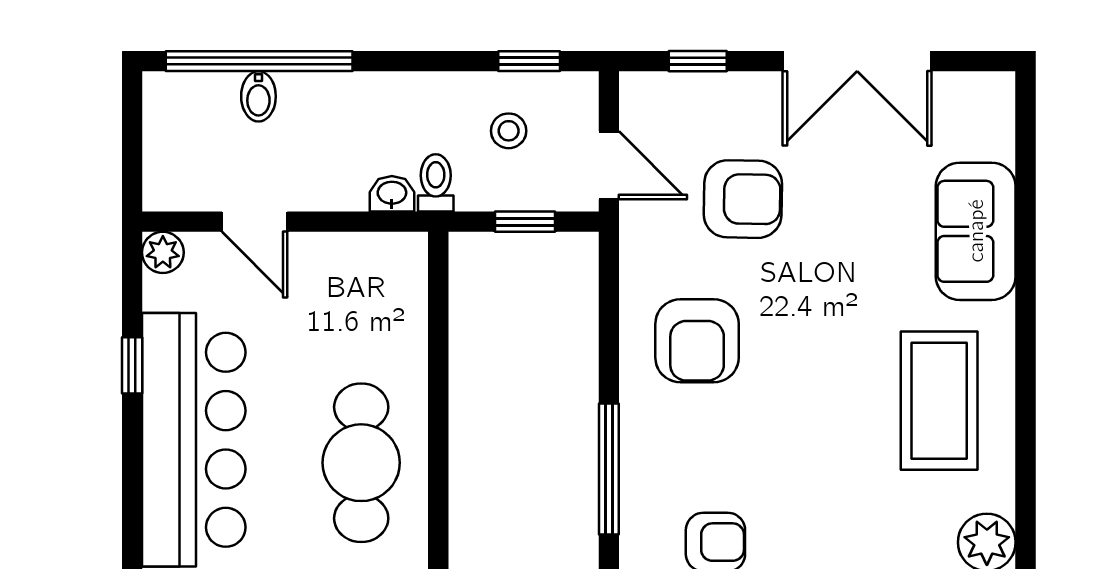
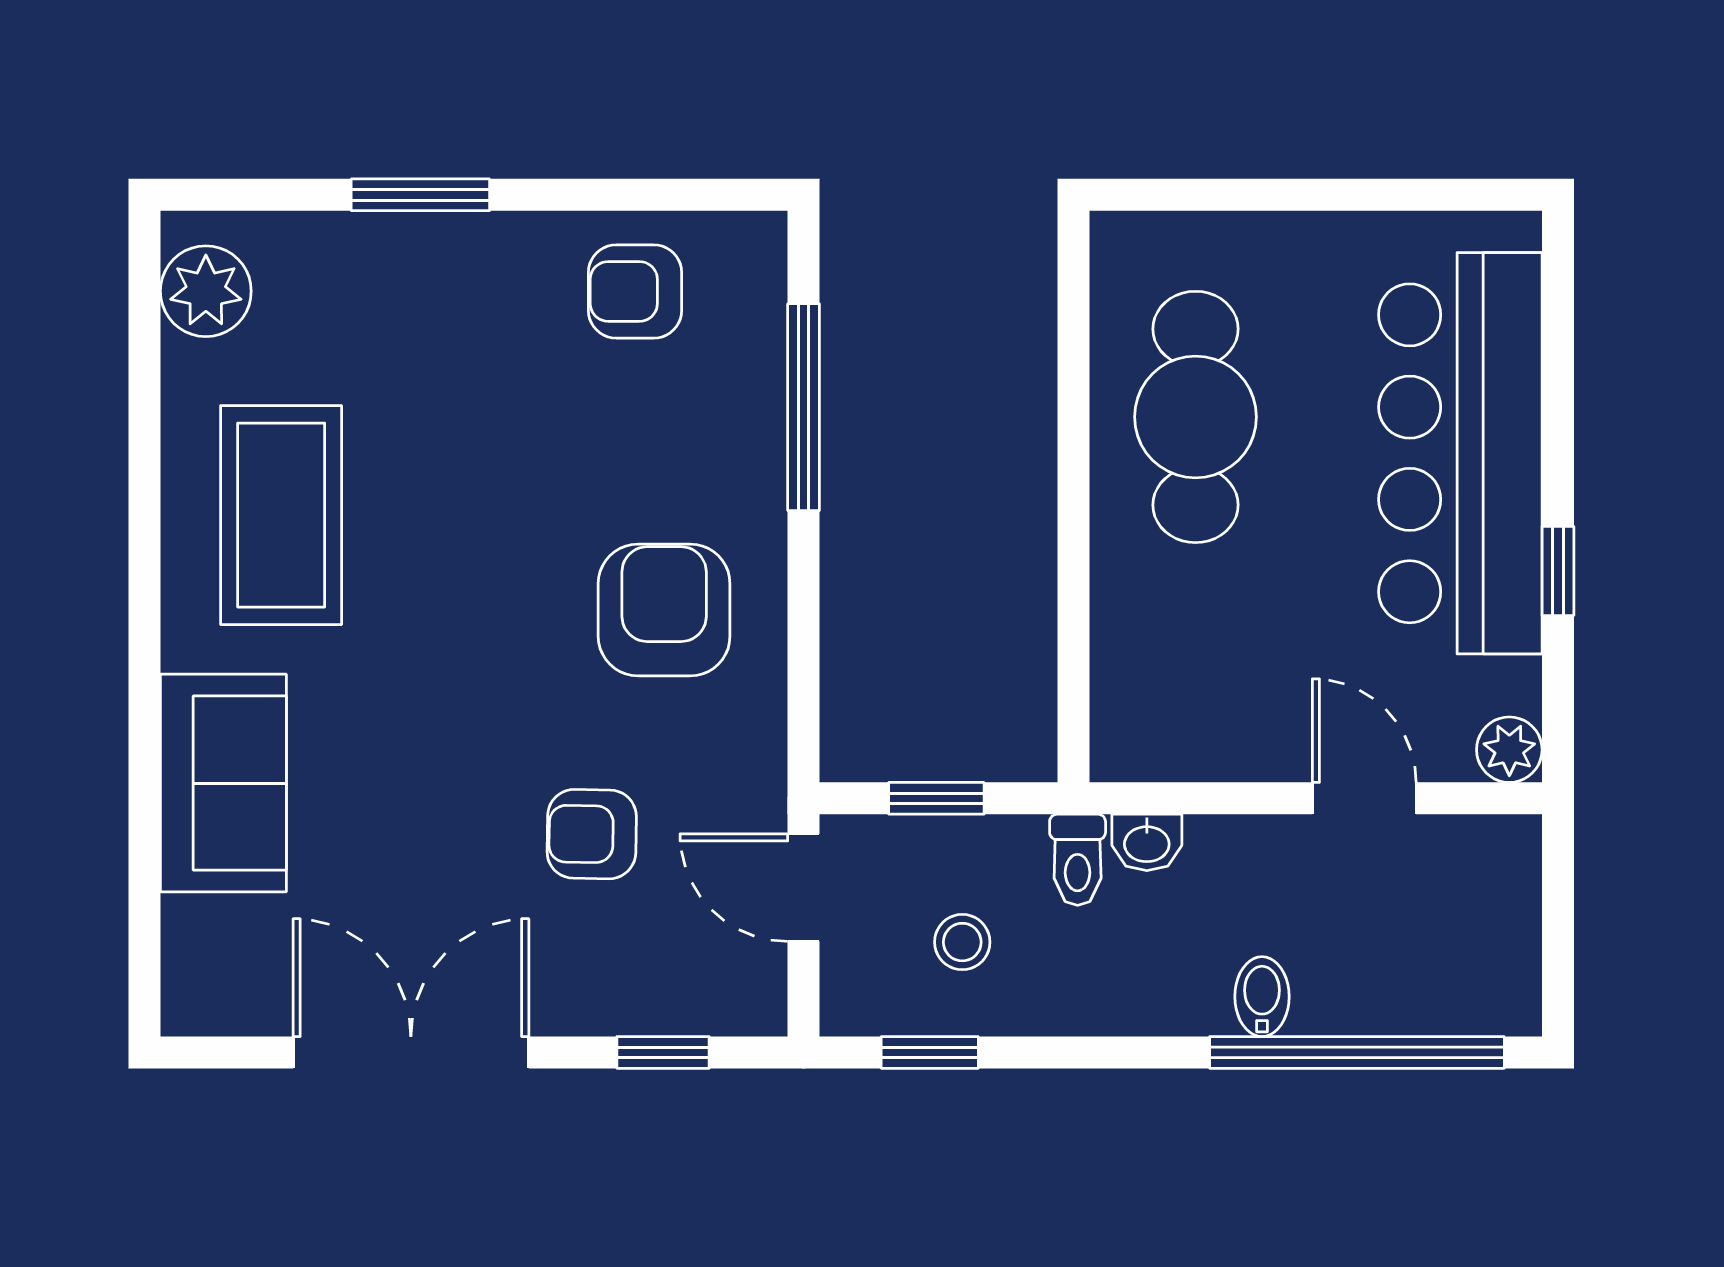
bidet: (258, 96) -> (1262, 997), moved
armchair: (743, 199) -> (592, 834), width x0.72, depth x0.72

